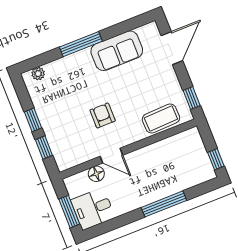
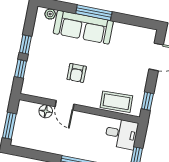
sofa: (117, 51) -> (83, 27), moved, width x1.36
armchair: (103, 115) -> (77, 73), turned 180
desk: (93, 209) -> (121, 134), moved, turned 180

